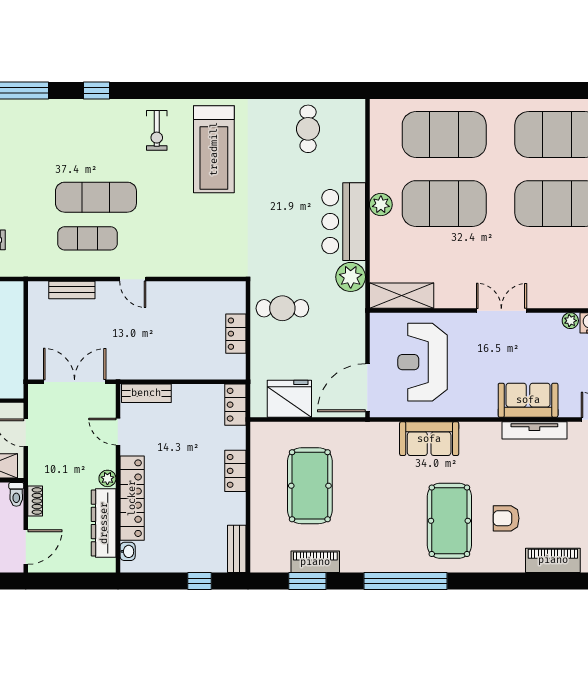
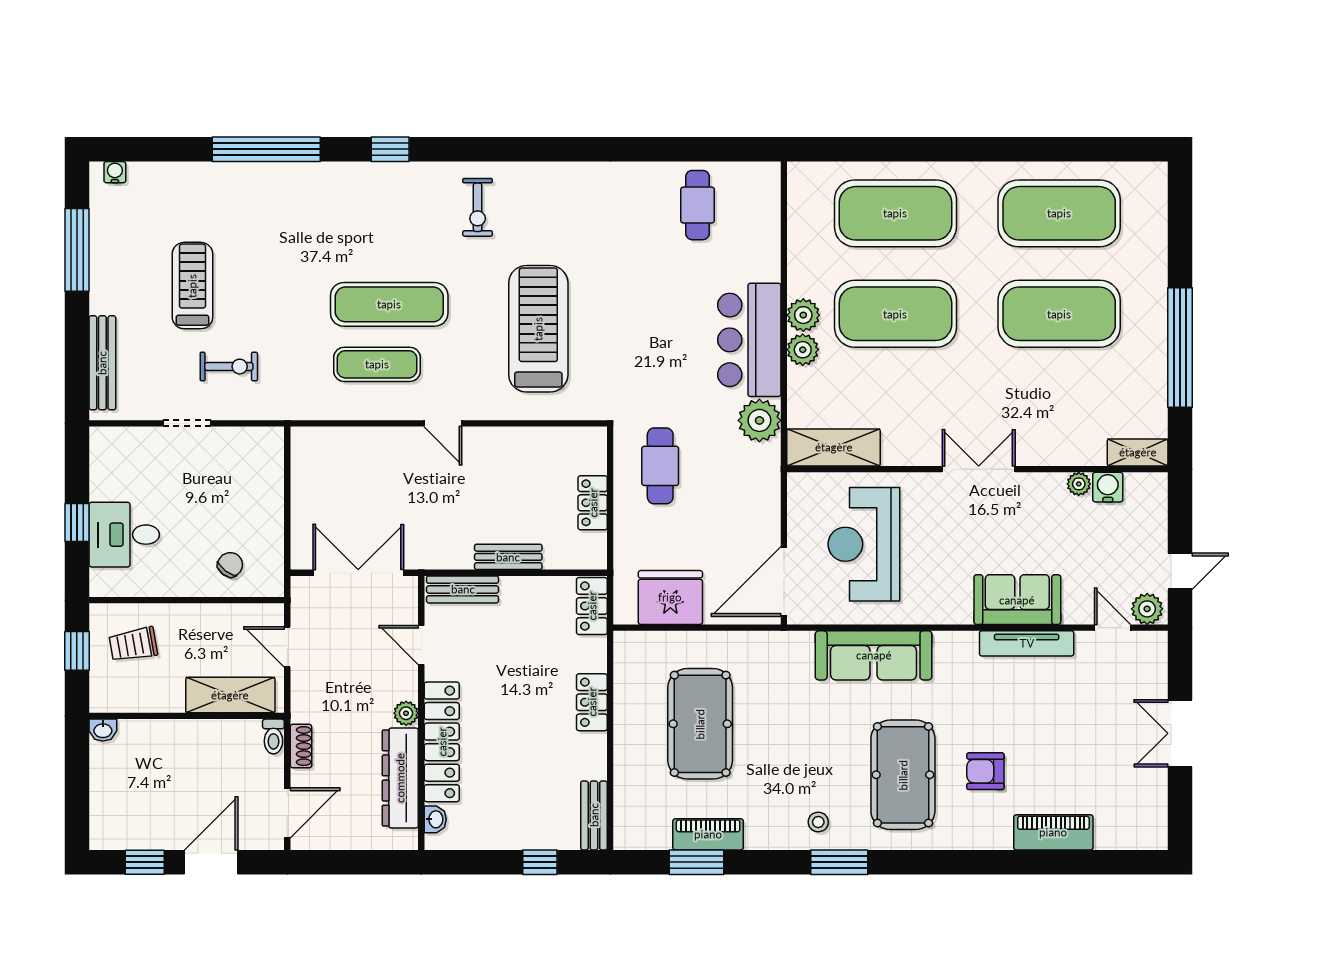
treadmill: (214, 149) -> (538, 329), moved, turned 180
plant: (380, 228) -> (803, 350), added
bench: (72, 290) -> (508, 557), moved
cafe table: (282, 308) -> (660, 466), turned 90
sofa: (429, 439) -> (874, 655), width x1.36
stool: (391, 553) -> (818, 822), added
window: (406, 581) -> (839, 862), width x0.47

